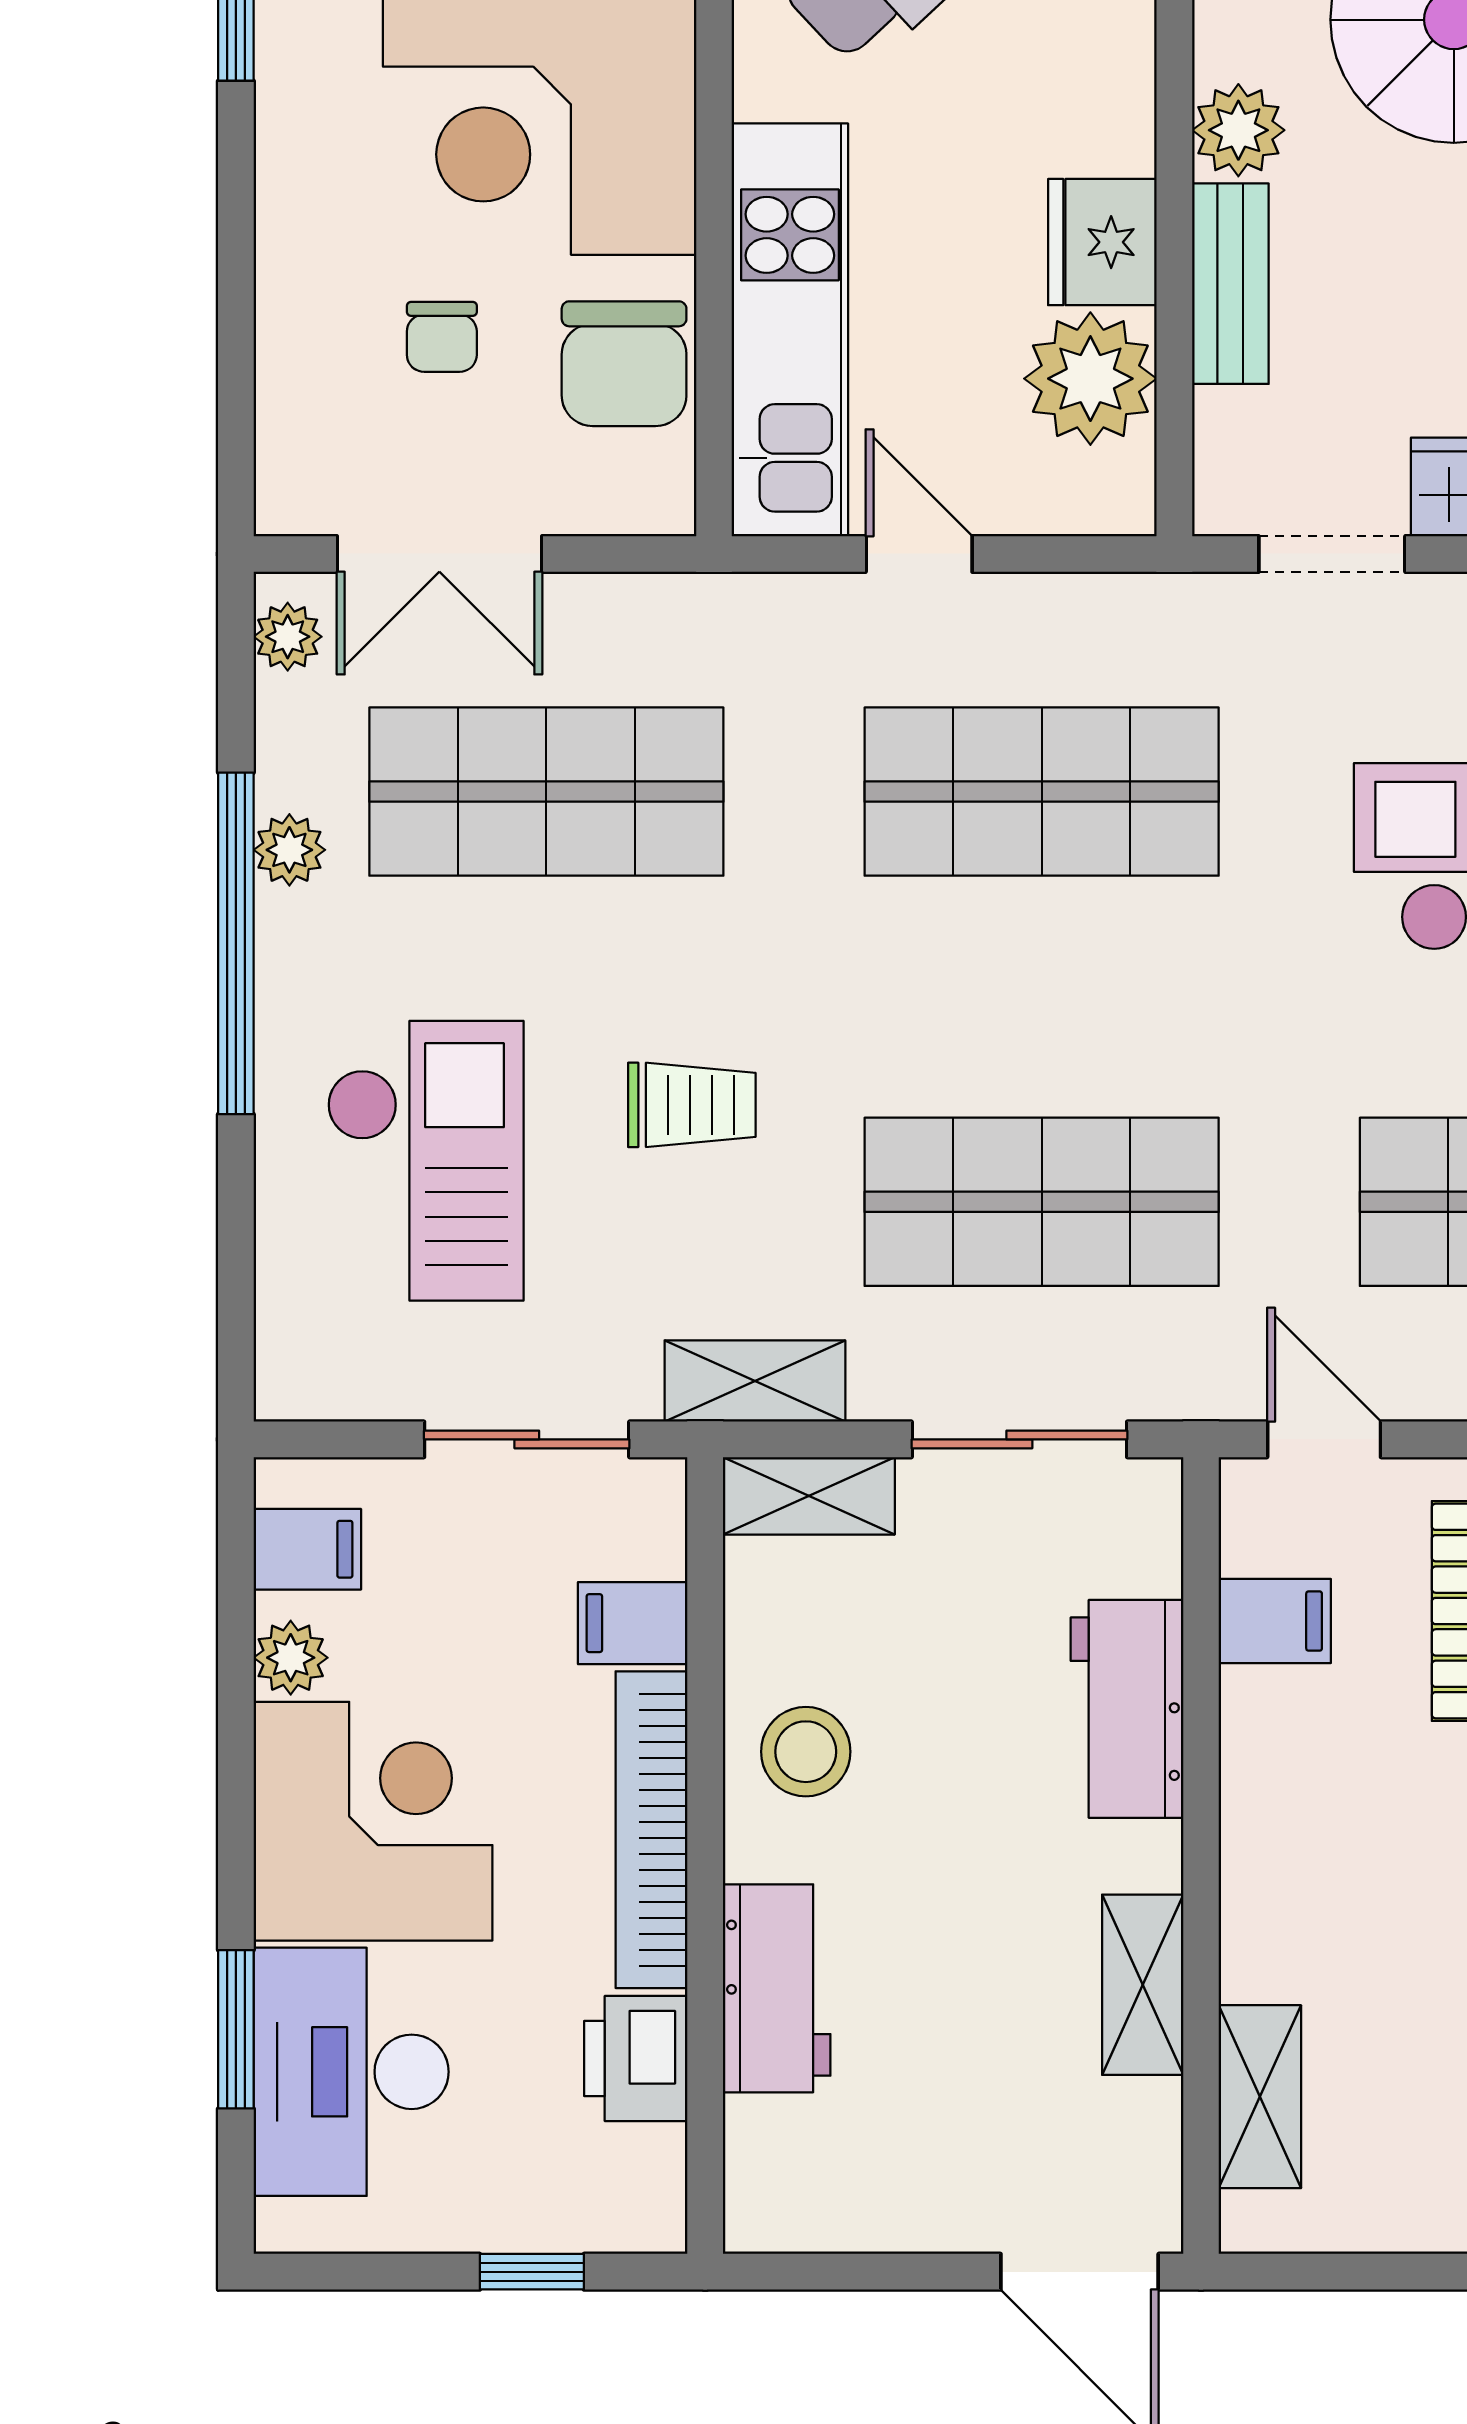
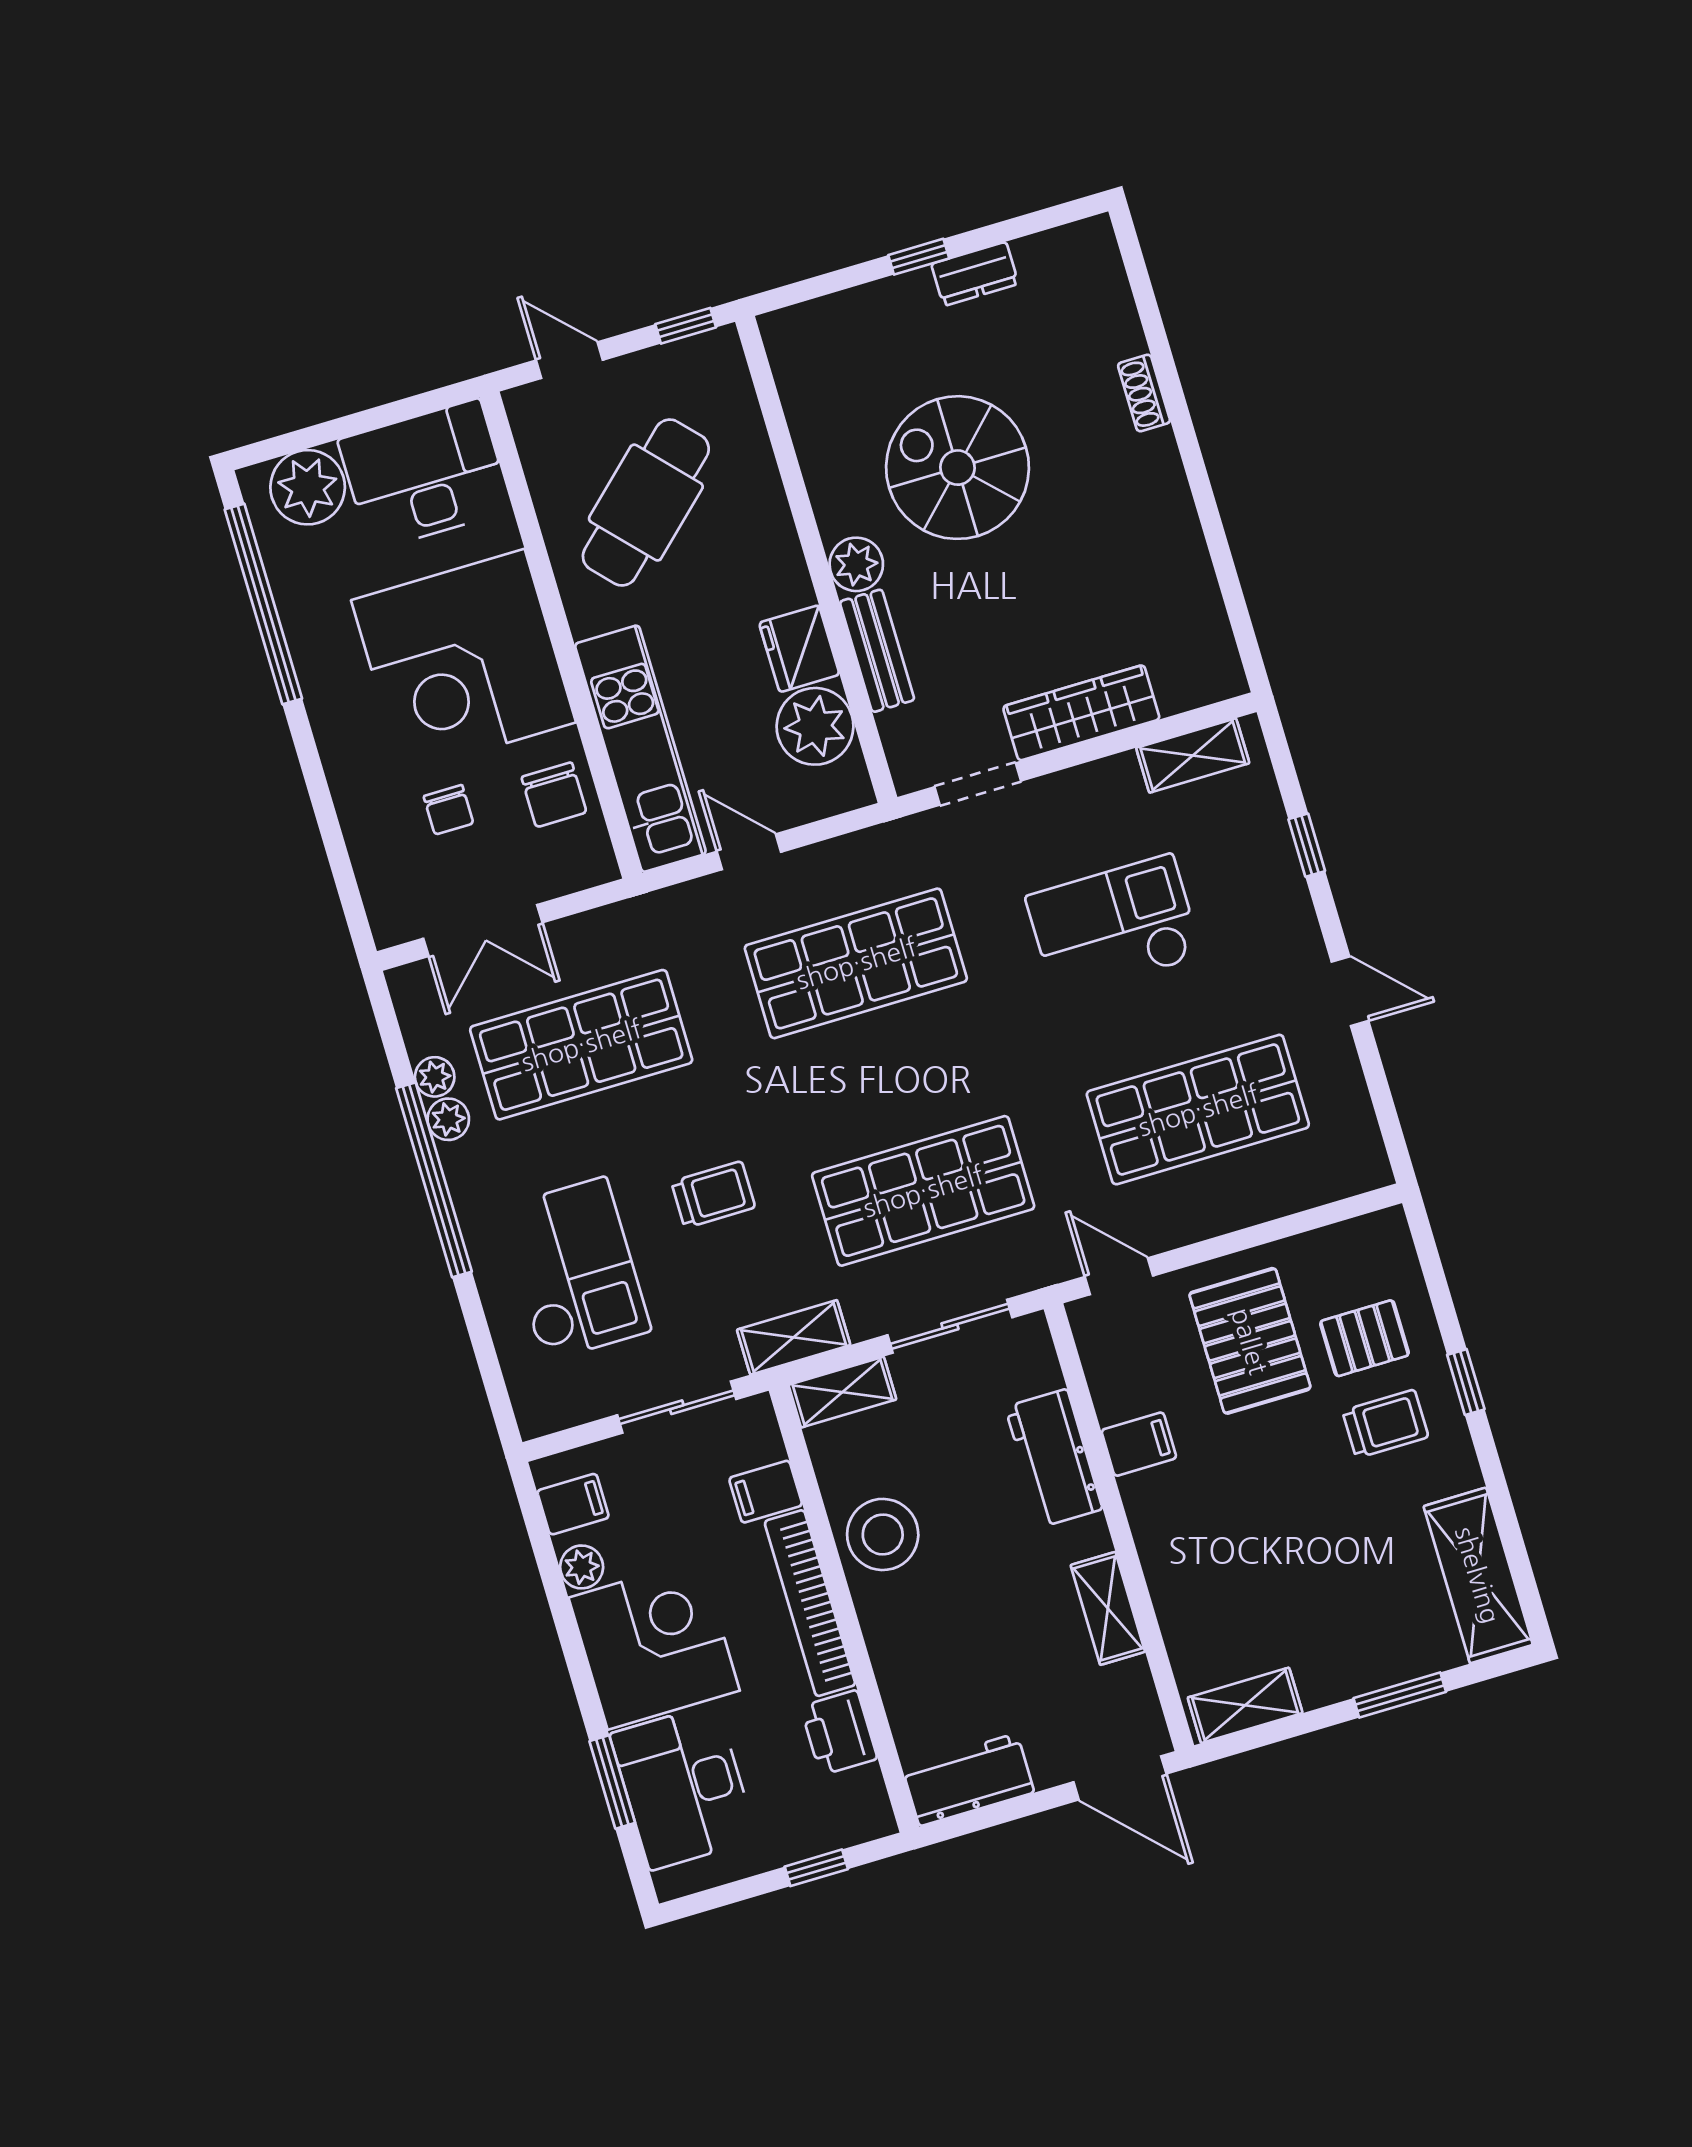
chair: (624, 364) -> (554, 795), width x0.73, depth x0.73
plant: (288, 637) -> (435, 1077), moved
filing cabinet: (1275, 1621) -> (1139, 1444), moved
stool: (806, 1752) -> (883, 1534), width x1.38, depth x1.38
workbench: (777, 1988) -> (968, 1780), moved, turned -90
shelving: (1260, 2097) -> (1245, 1705), moved, turned 90

